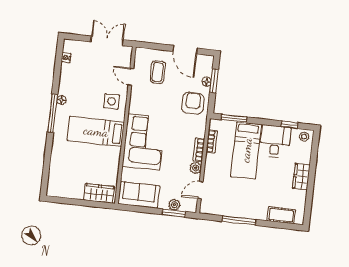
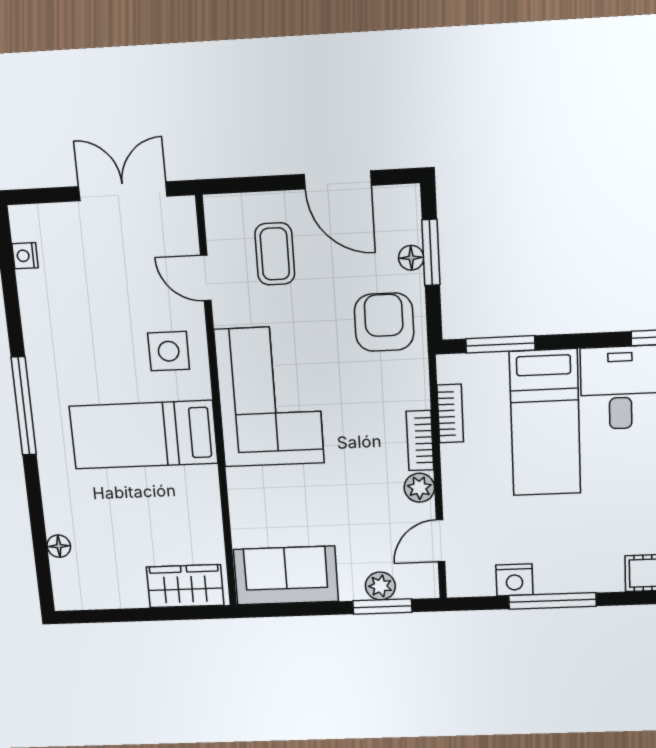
floor lamp: (61, 100) -> (59, 546), moved
corner sofa: (144, 142) -> (269, 397), moved
nightstand: (226, 210) -> (514, 580), added

